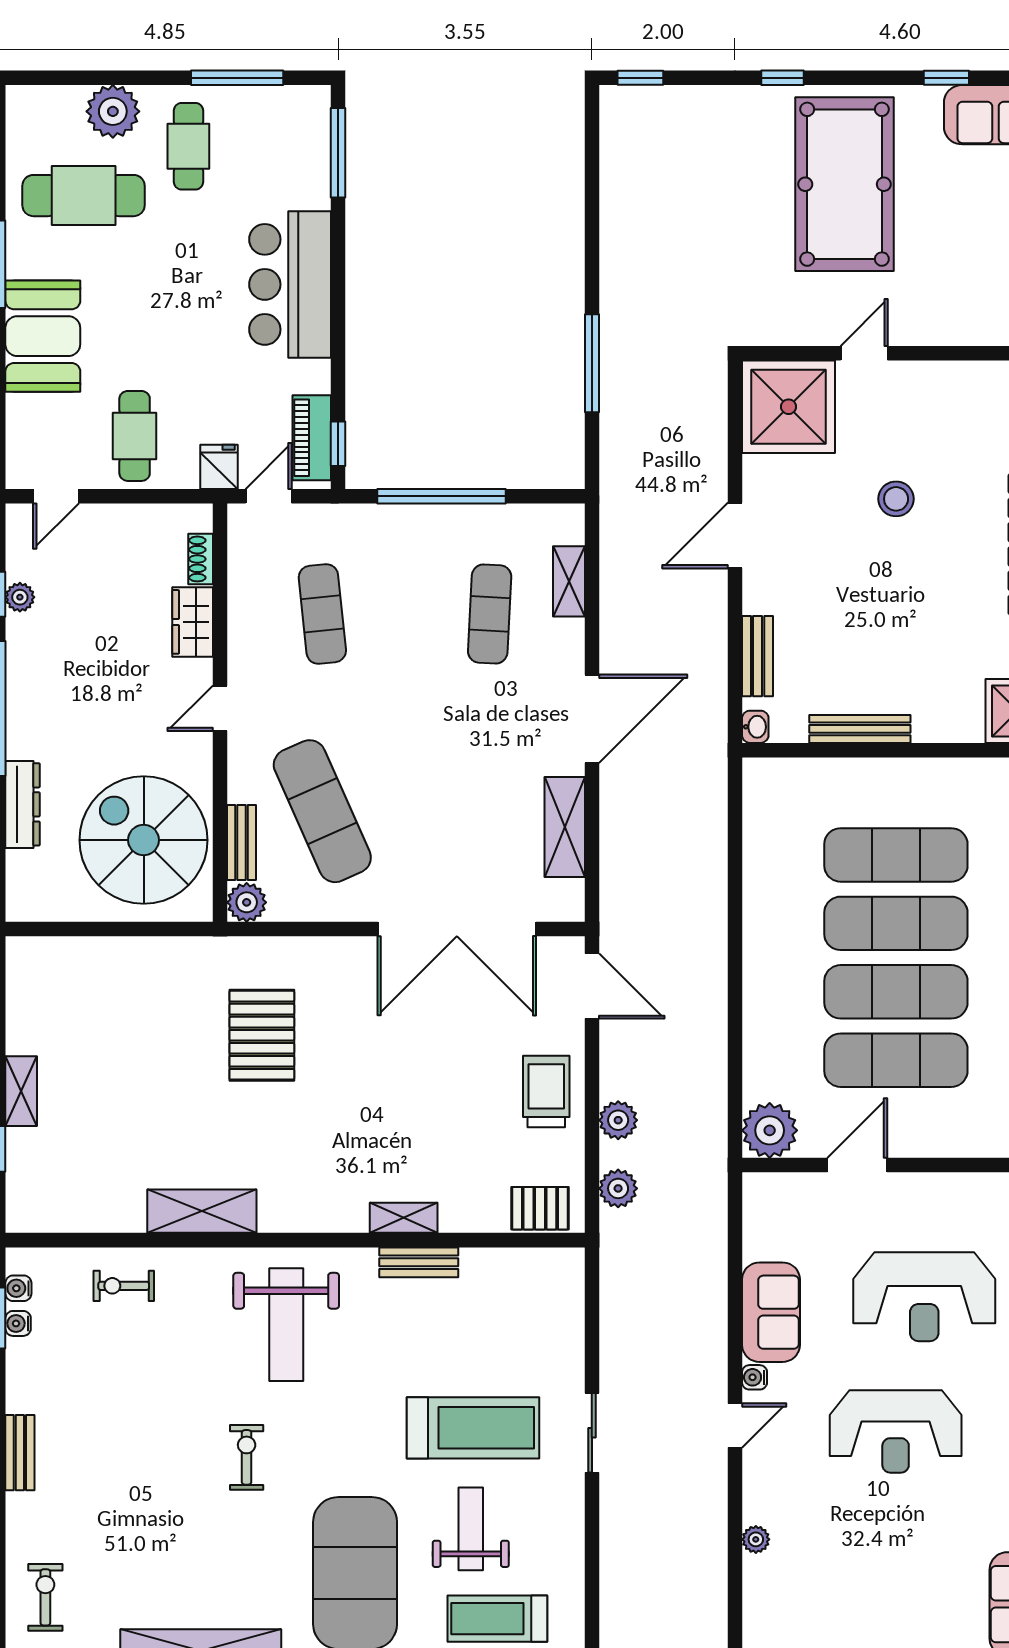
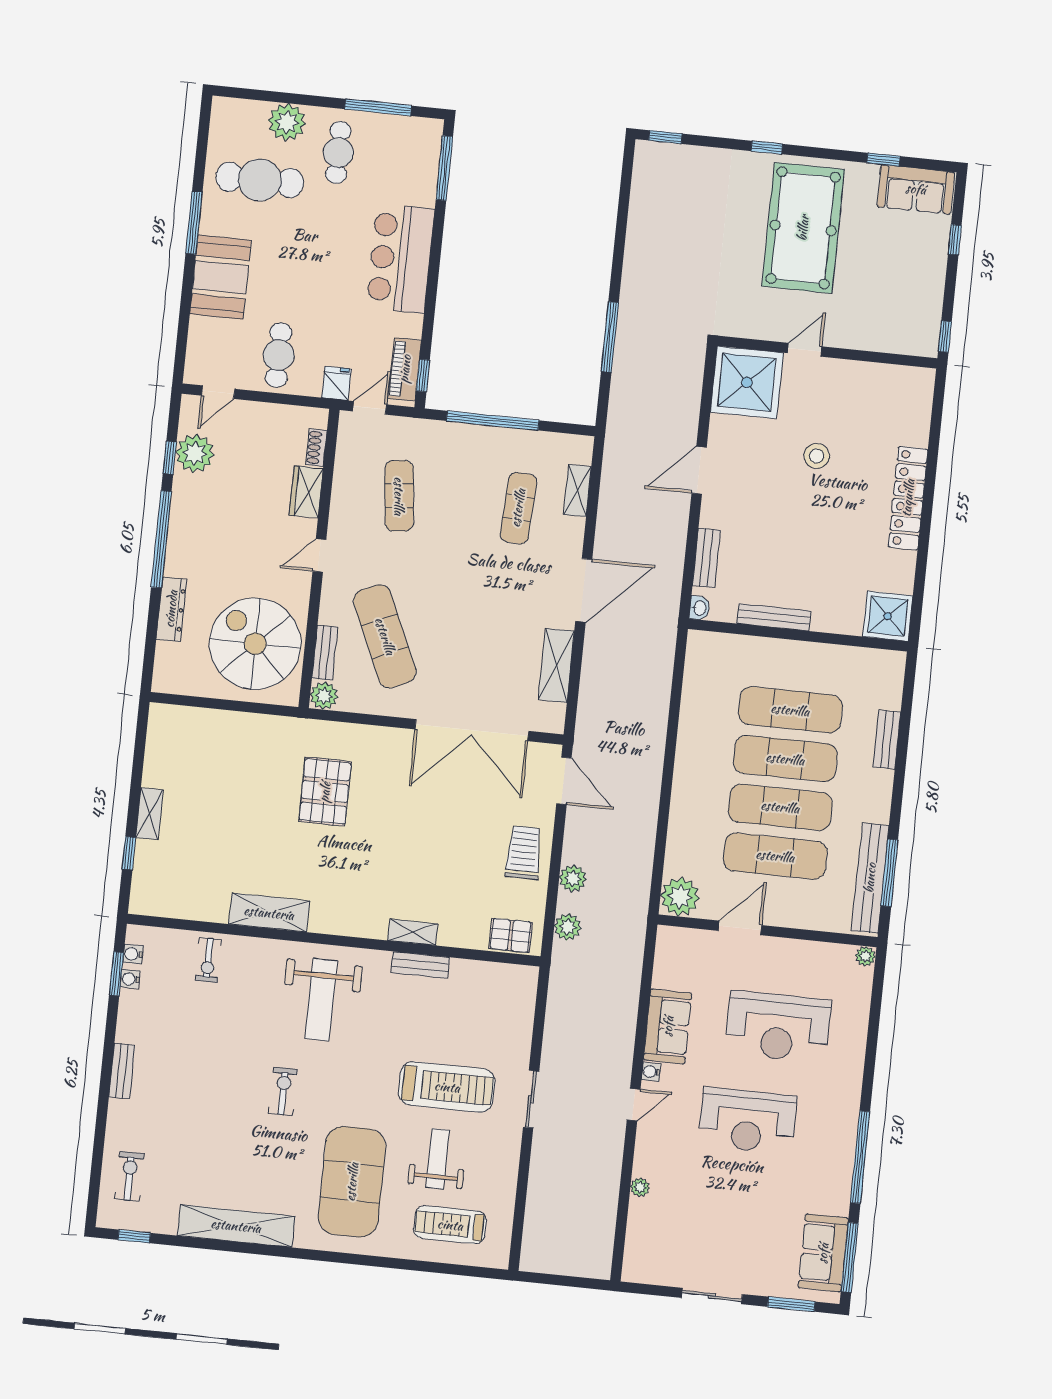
plant: (20, 597) -> (195, 453), width x1.87, depth x1.87
exercise bike: (124, 1286) -> (208, 960), turned -90

